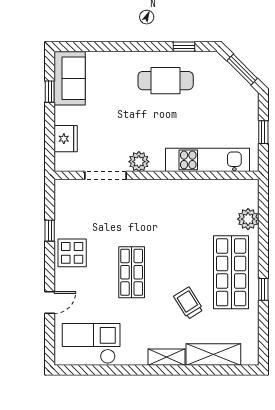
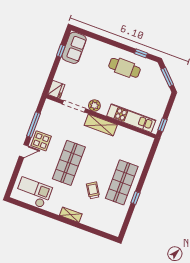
window: (263, 132) -> (162, 125), moved
fridge: (66, 139) -> (56, 89), moved
plant: (248, 219) -> (141, 157), removed
window: (50, 231) -> (34, 125), width x2.17
shop shelf: (132, 272) -> (69, 163), width x1.43, depth x1.36
door: (50, 303) -> (24, 151), moved
shelving: (213, 355) -> (101, 125), moved

